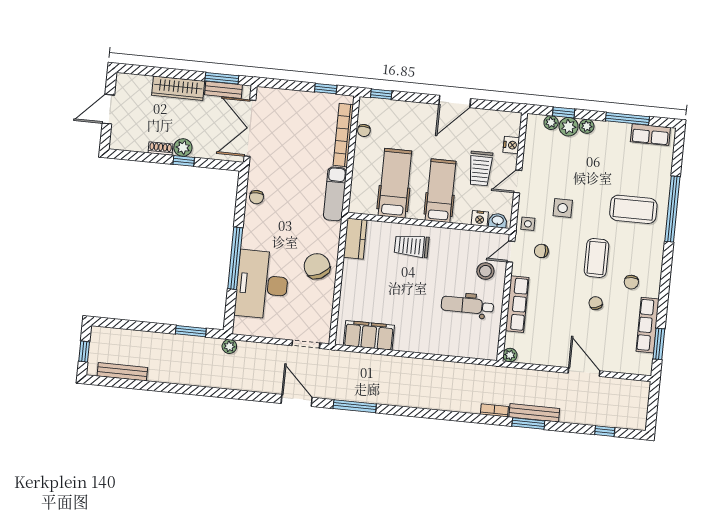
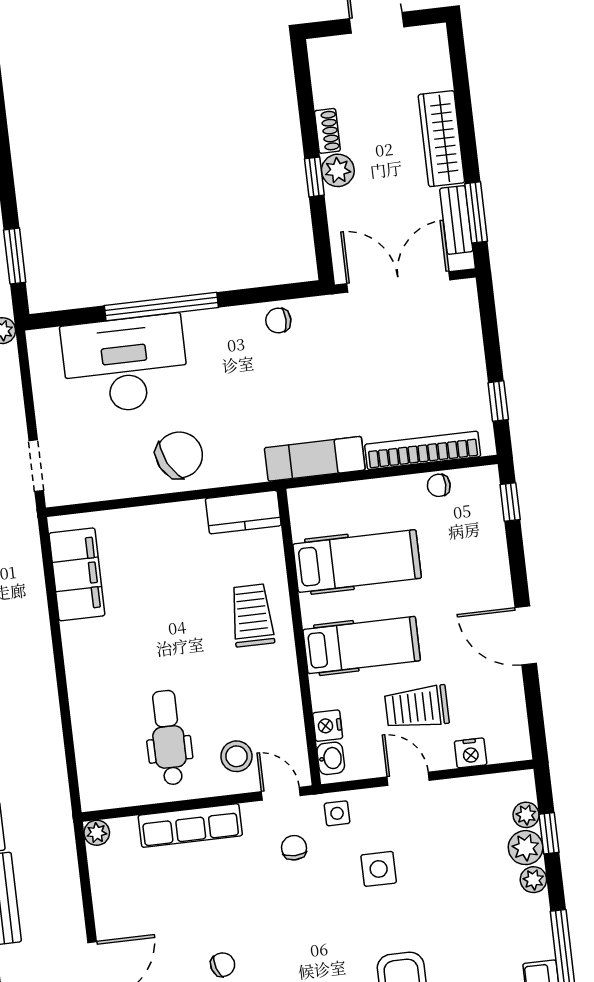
coffee table: (596, 258) -> (303, 949), removed

